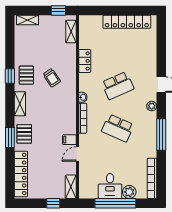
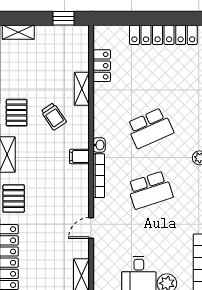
shelving: (71, 32) -> (82, 89), moved
locker: (85, 61) -> (102, 66), moved
school desk: (118, 128) -> (150, 190), turned -42
filing cabinet: (69, 140) -> (79, 157), moved

